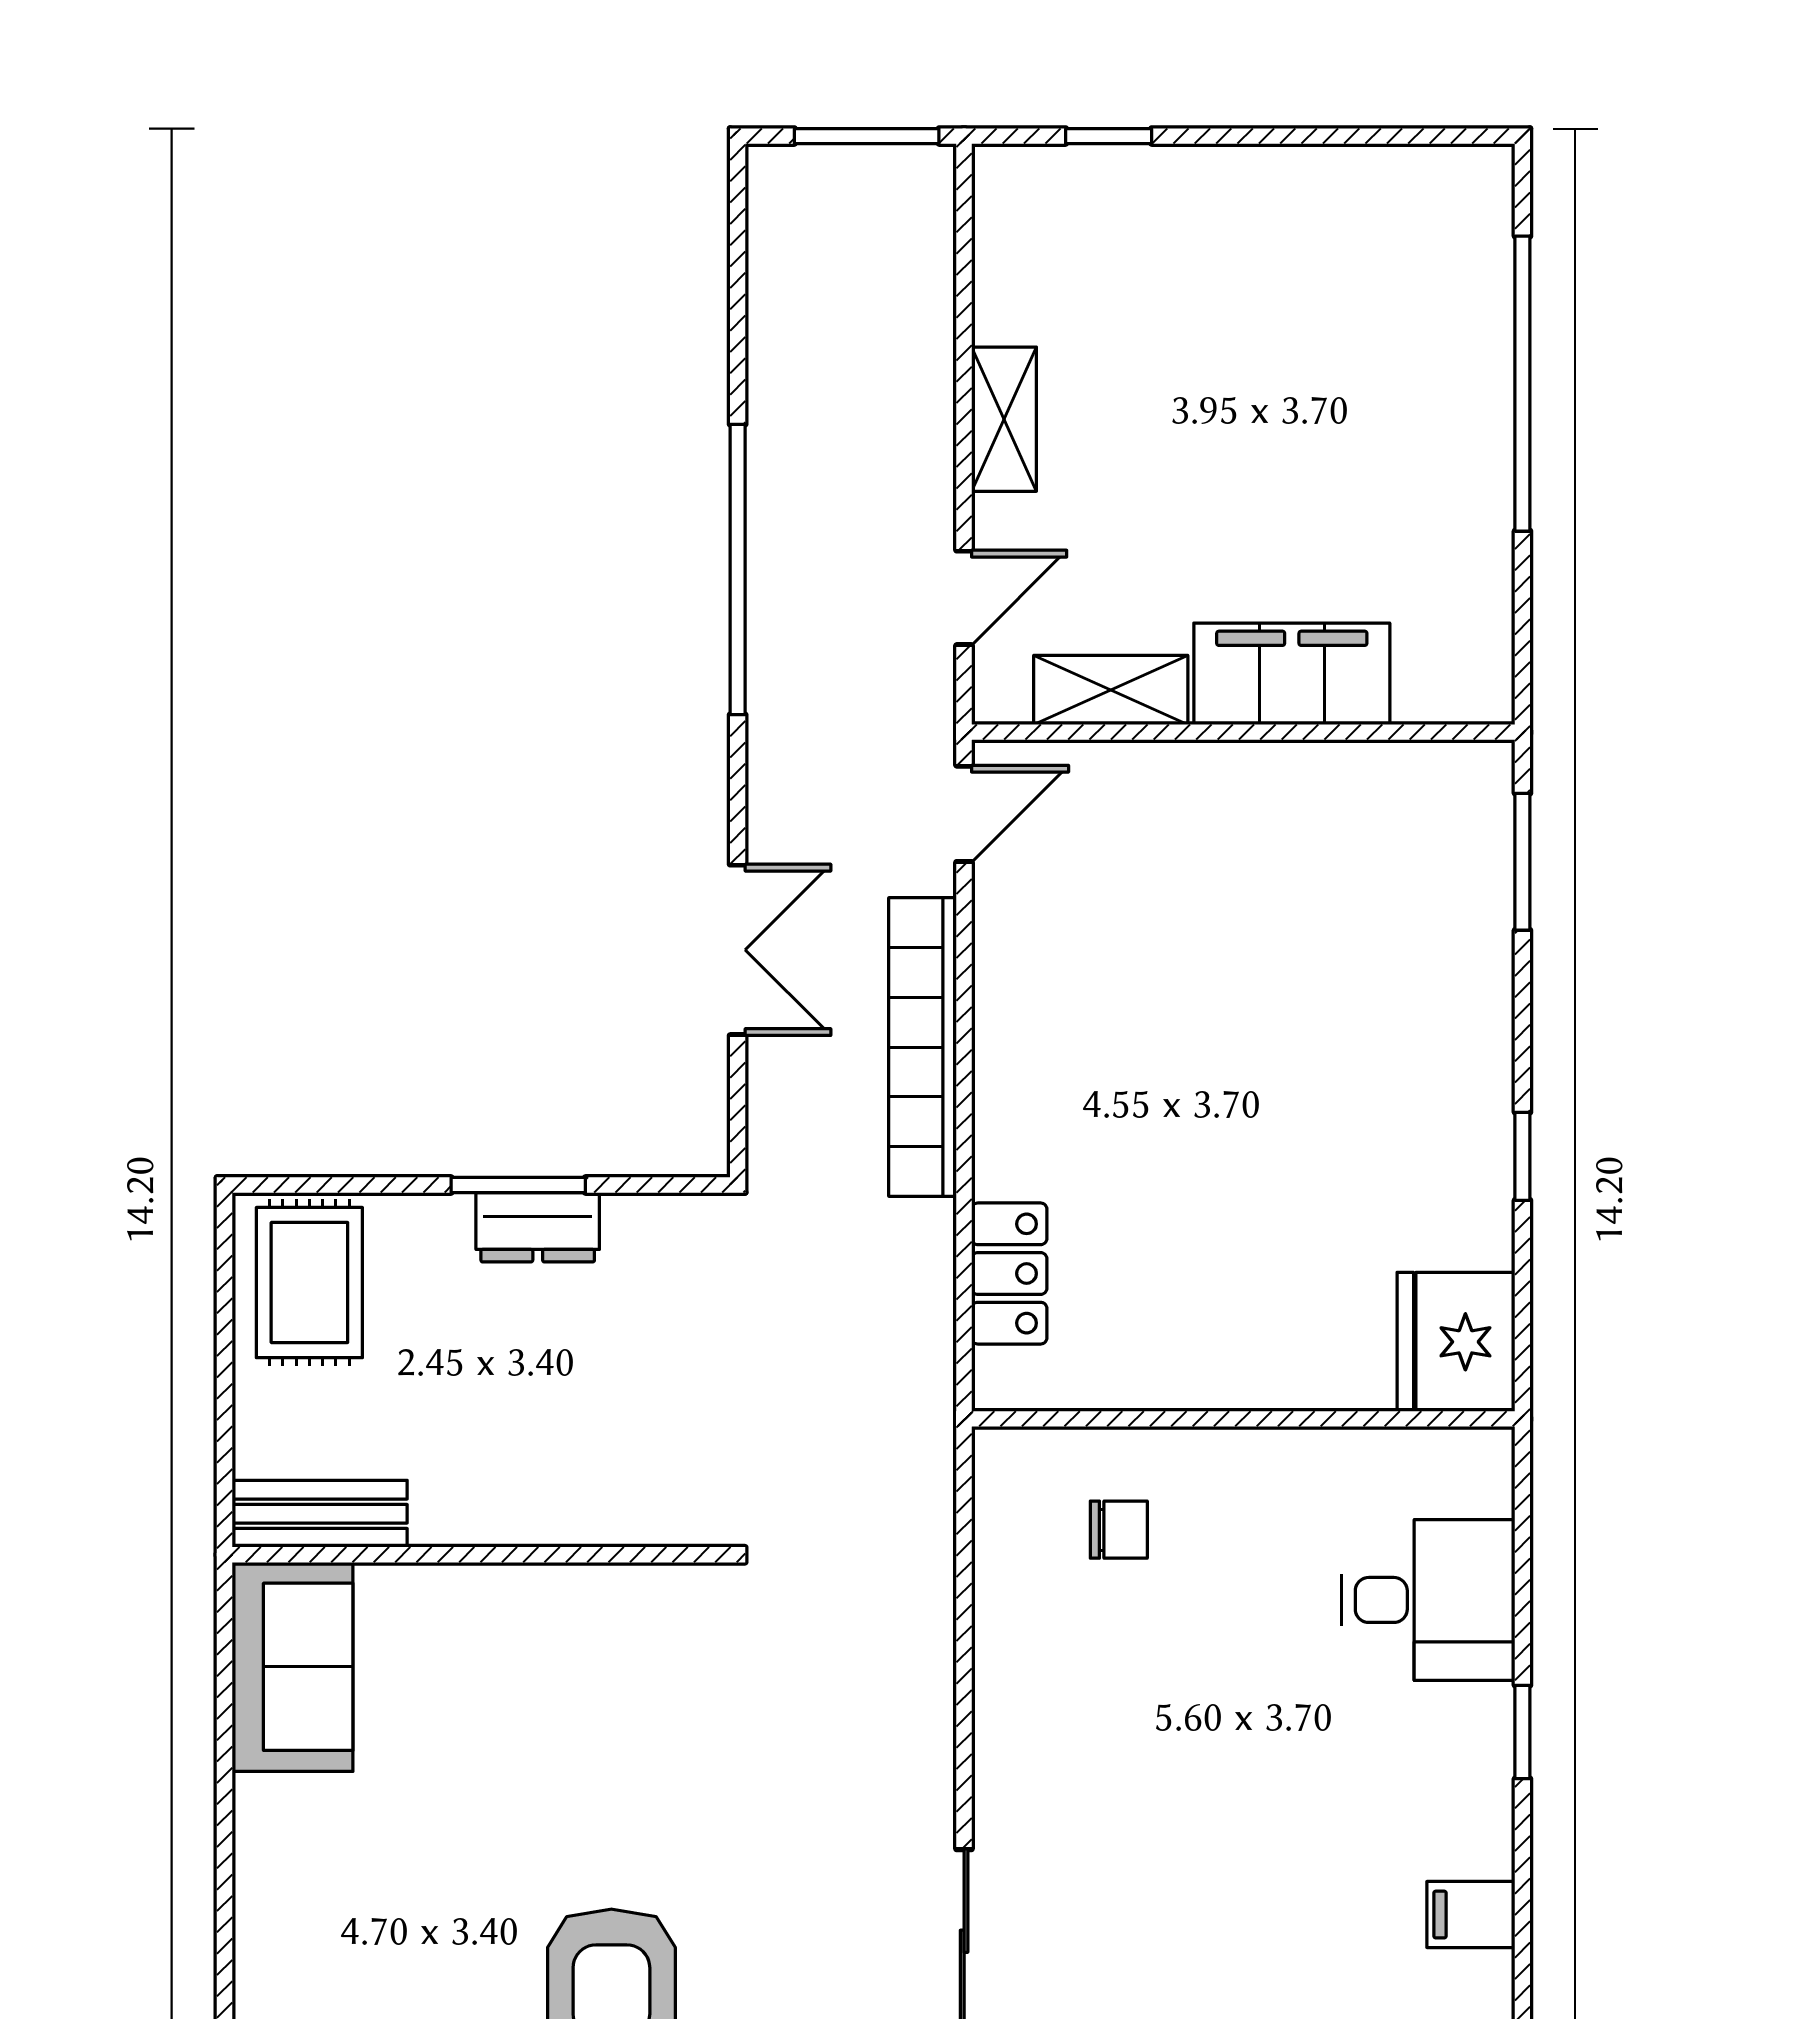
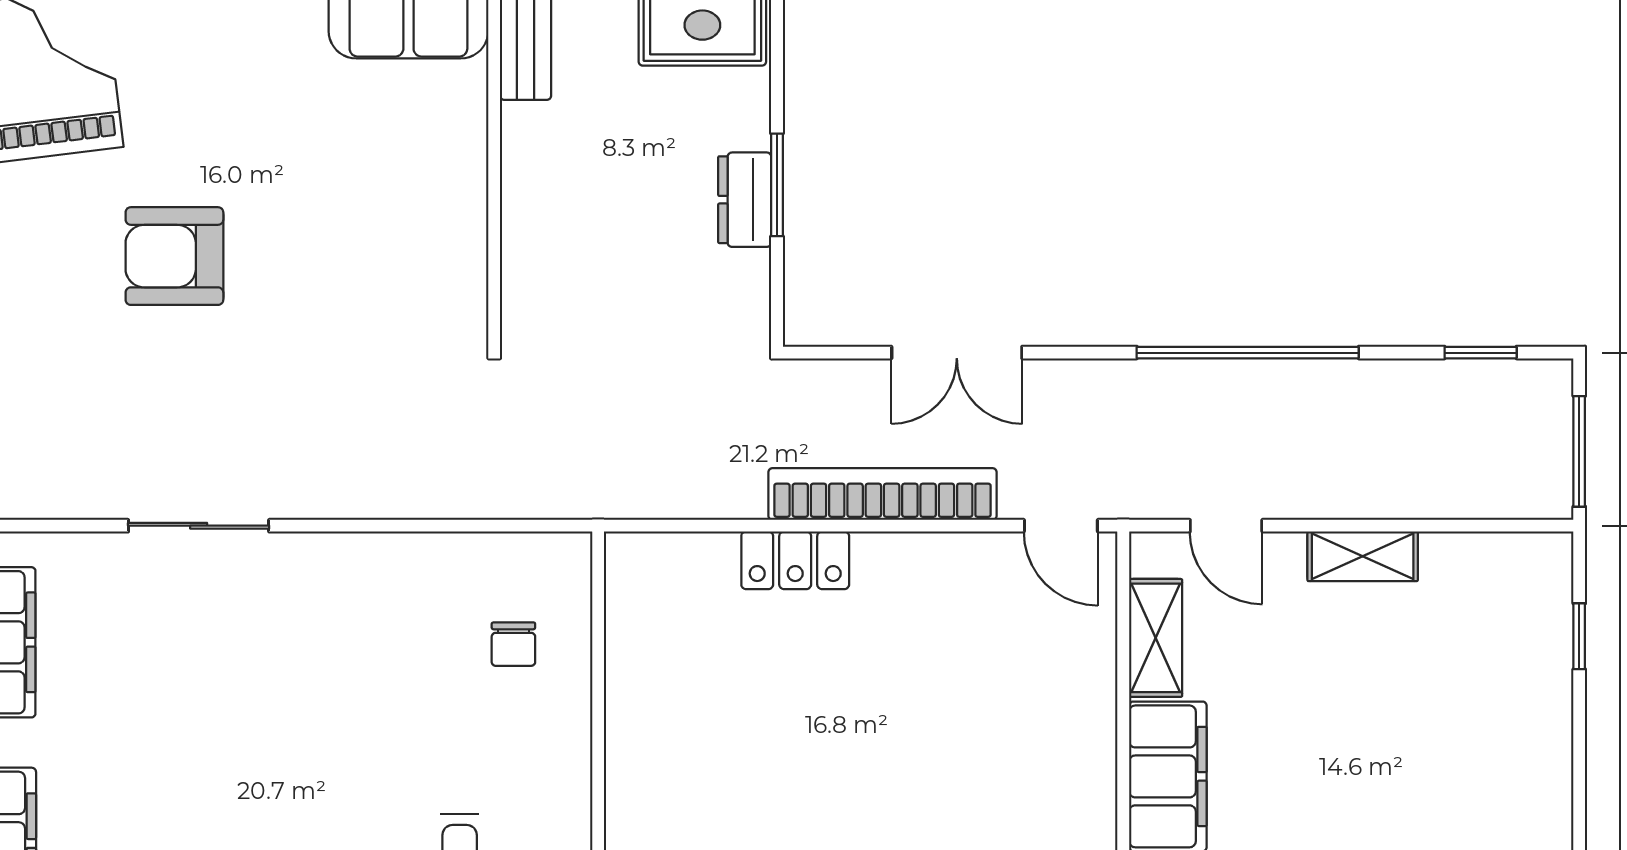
window: (738, 265) -> (1481, 353), added
locker: (1009, 1273) -> (795, 560), moved

